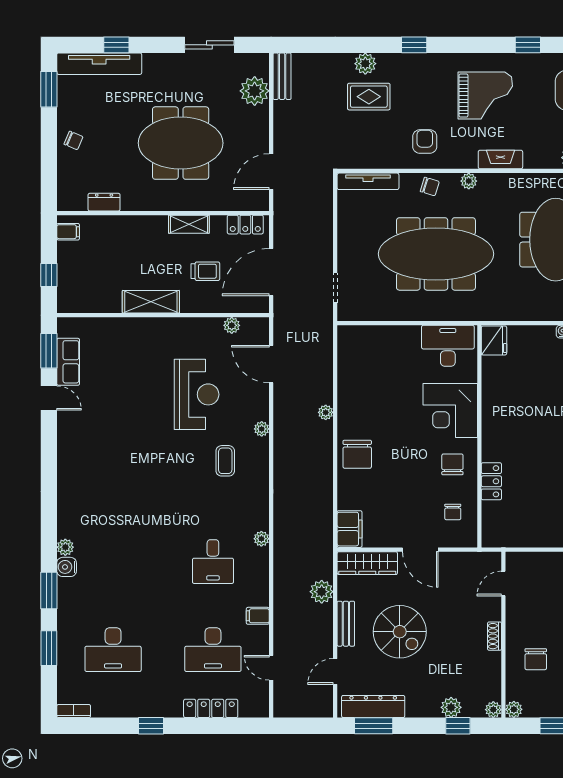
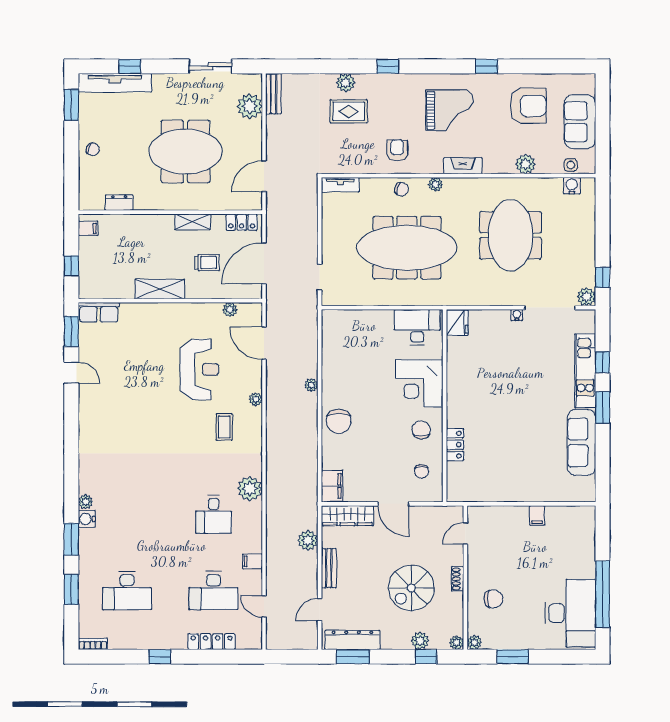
tv unit: (368, 181) -> (340, 185), width x0.71
row of seats: (68, 362) -> (99, 312), moved, turned 90
plant: (261, 539) -> (250, 489), width x1.88, depth x1.88
spiral stairs: (400, 632) -> (411, 588), moved, turned 90
chair: (536, 659) -> (493, 599), turned -90

